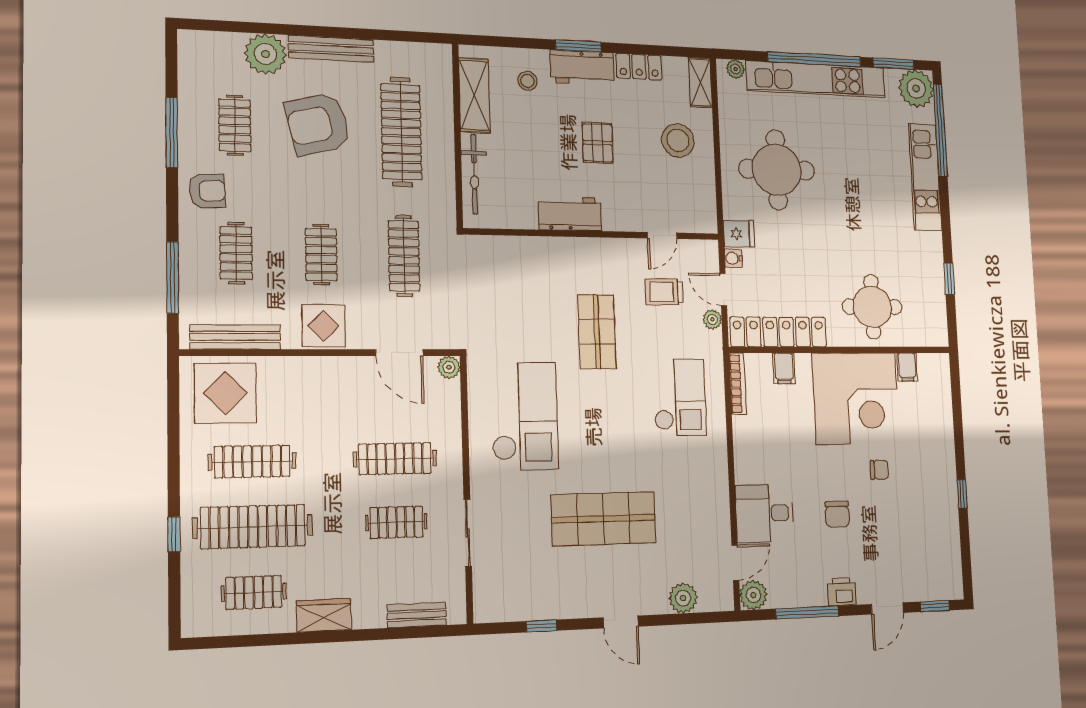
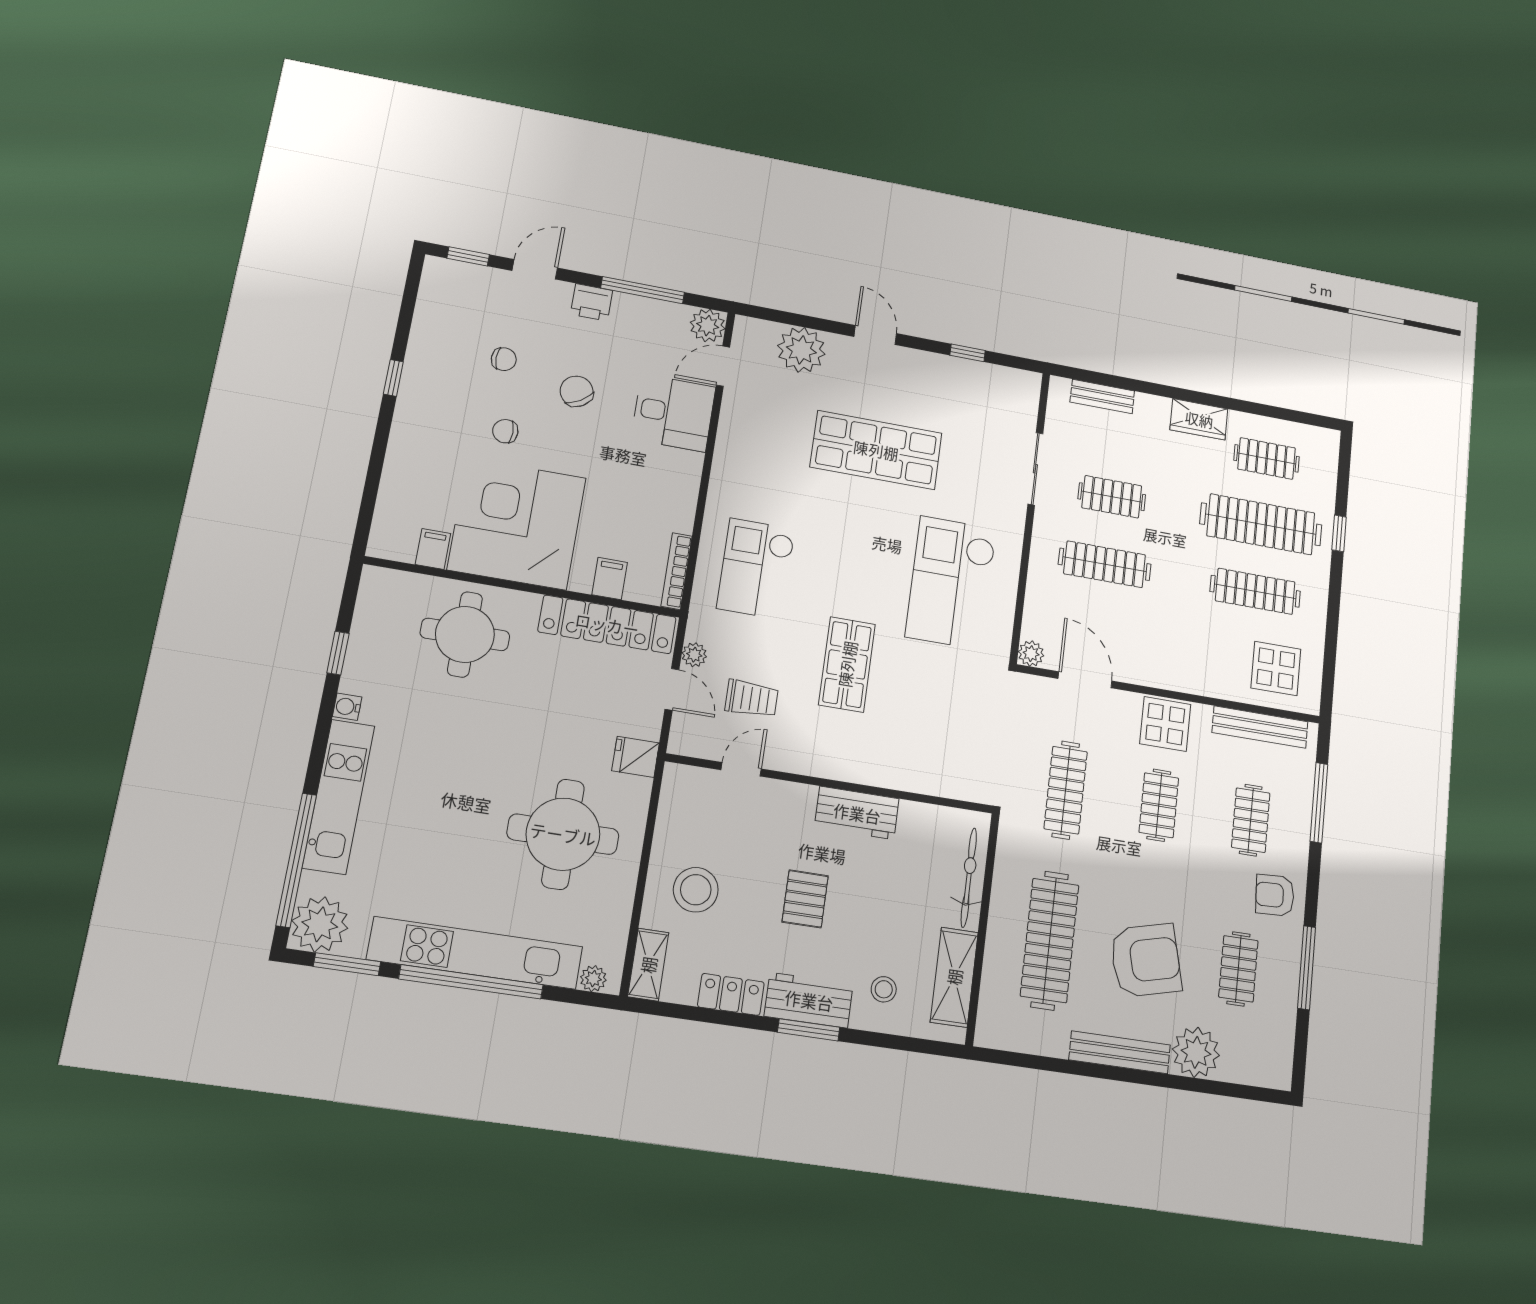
water cooler: (733, 258) -> (347, 707), moved, turned 180
display table: (225, 393) -> (1276, 668), width x0.73, depth x0.73
chair: (837, 514) -> (577, 391), turned -32
chair: (893, 528) -> (504, 359), added
plant: (683, 598) -> (801, 350), width x1.36, depth x1.36

